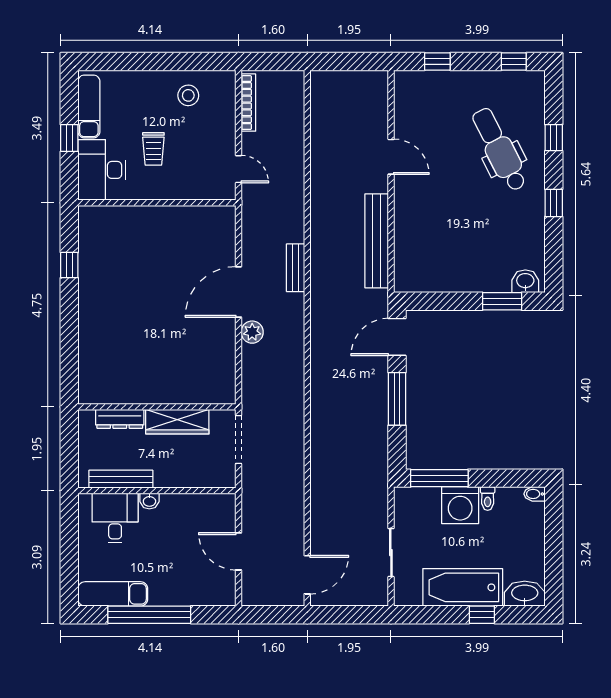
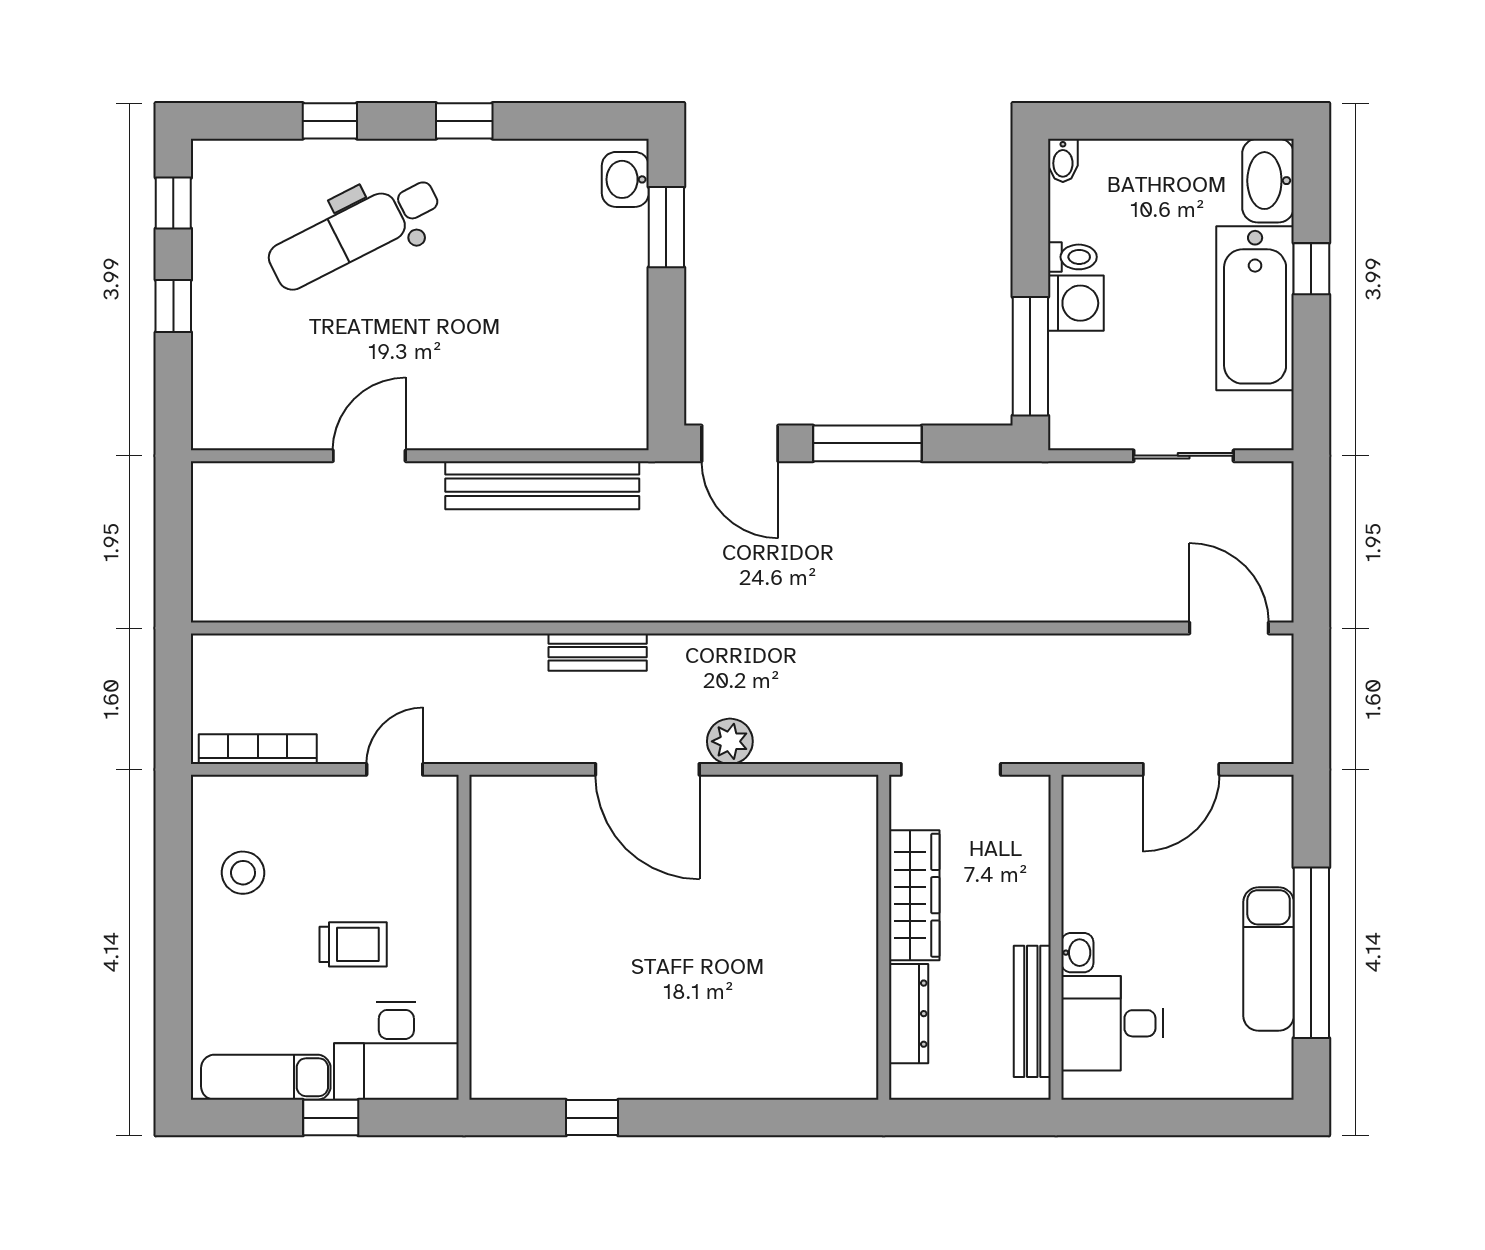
window: (437, 62) -> (173, 306), moved
washing machine: (460, 505) -> (1076, 303), width x0.73, depth x0.73
exam couch: (113, 594) -> (1269, 959), moved

